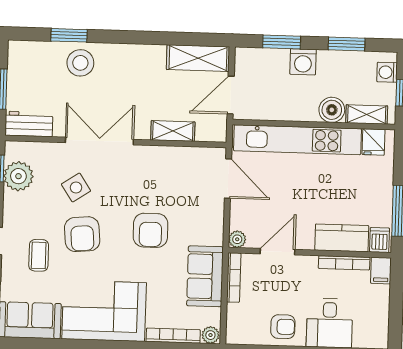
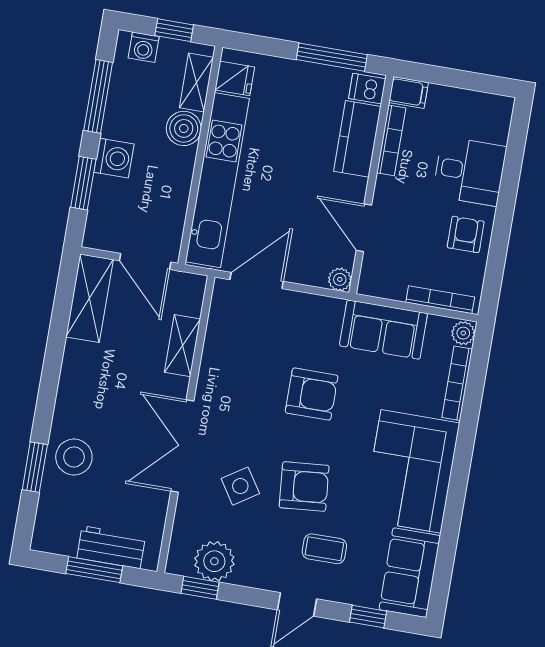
window: (347, 44) -> (98, 96), width x1.44
workbench: (29, 124) -> (111, 547), moved, turned 90
bookcase: (234, 278) -> (440, 300), moved

